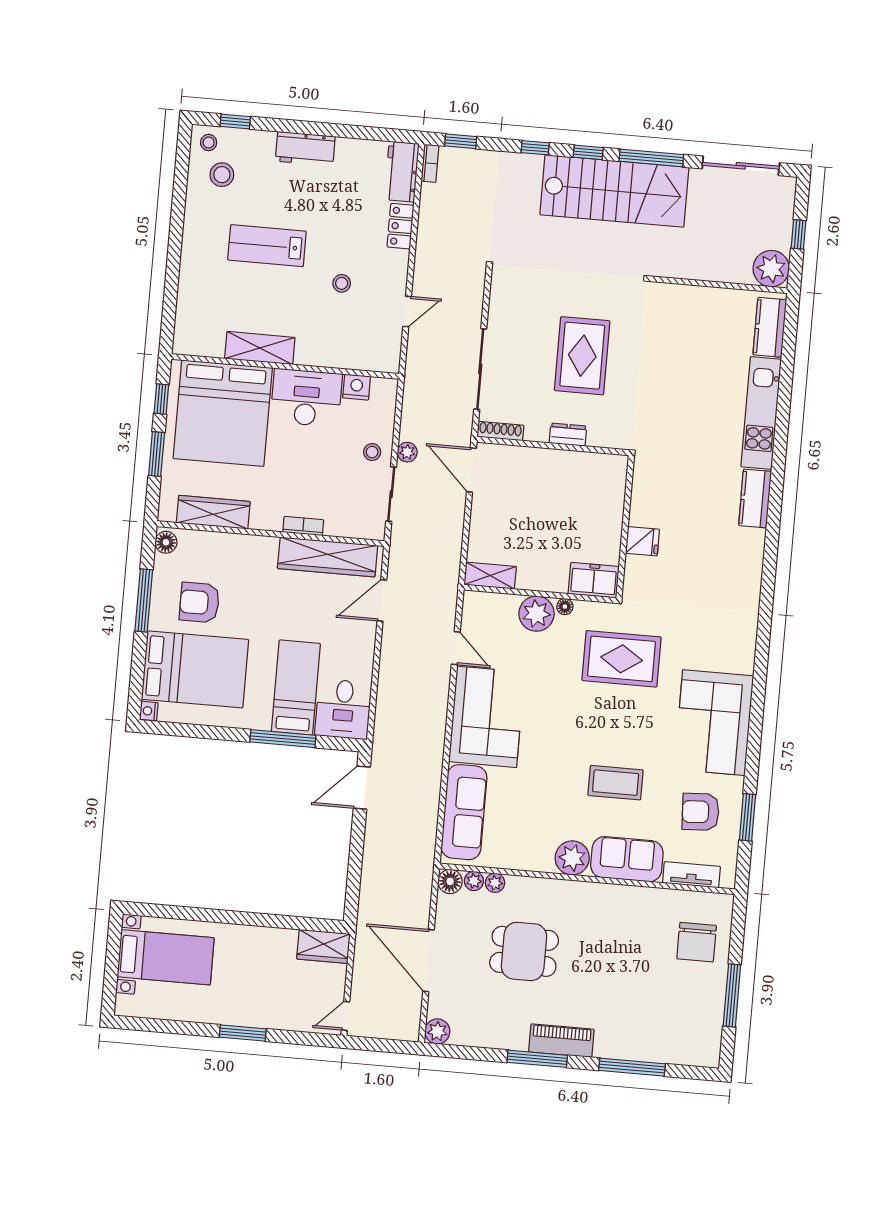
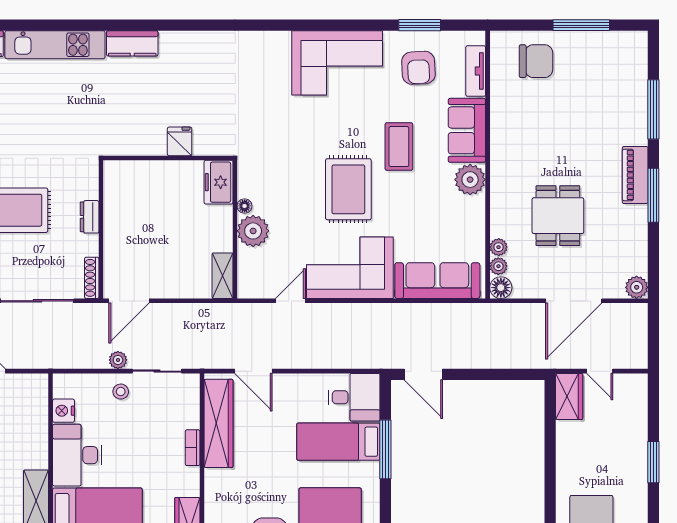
rug: (622, 659) -> (348, 189), moved
door: (346, 1016) -> (600, 371), moved

